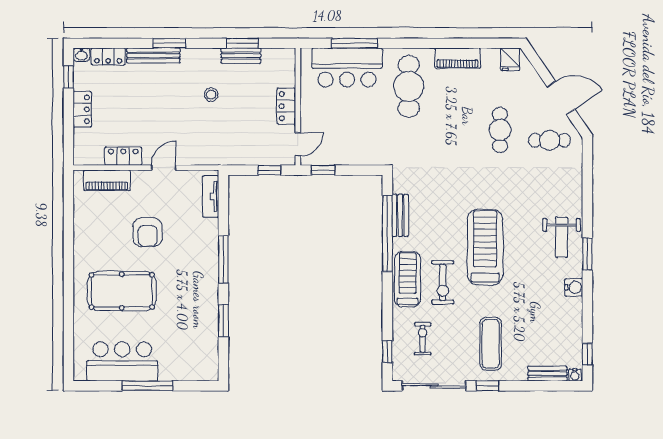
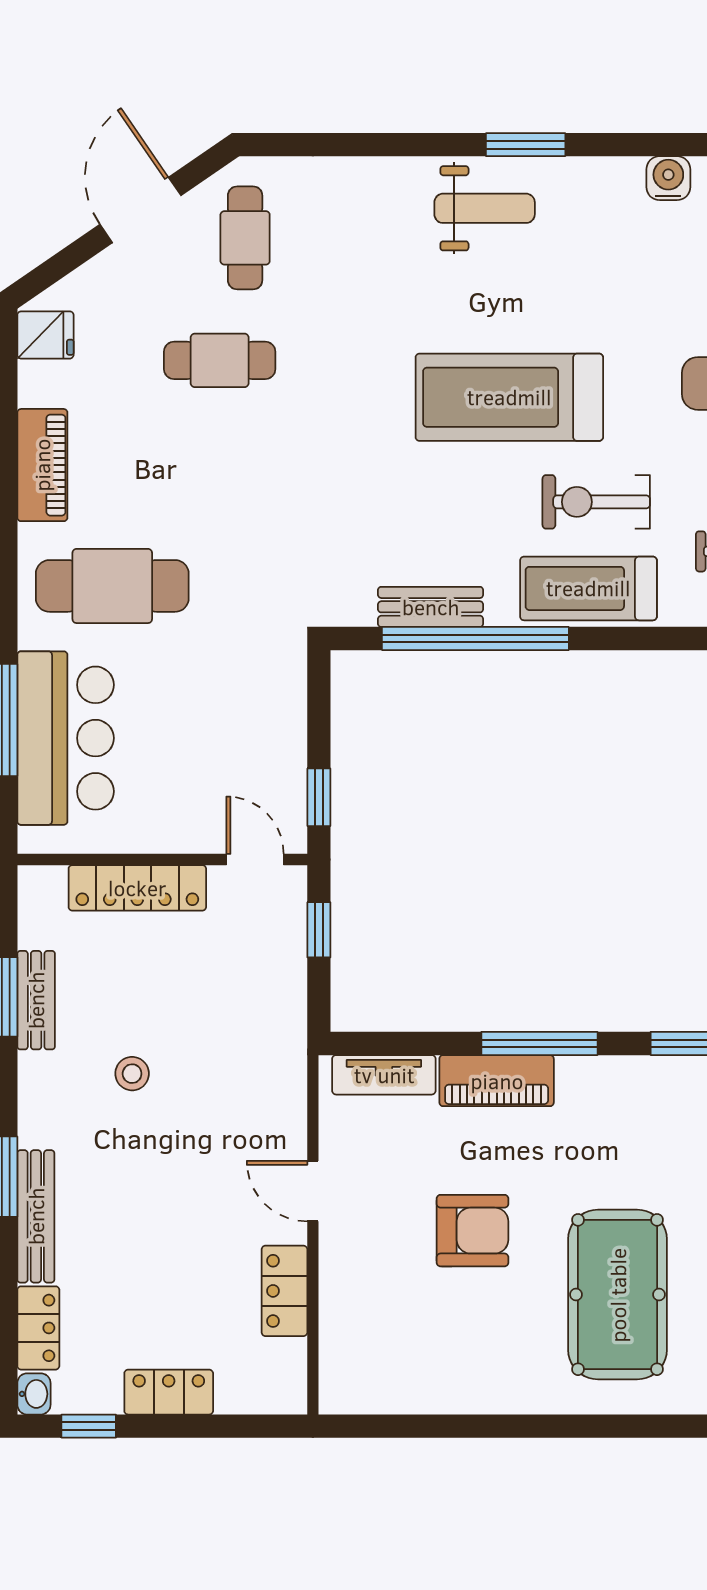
locker: (286, 106) -> (137, 888), width x1.53
piano: (107, 180) -> (497, 1081), moved, turned 90
exercise bike: (443, 282) -> (596, 502), turned 180
water cooler: (574, 287) -> (668, 178), moved

